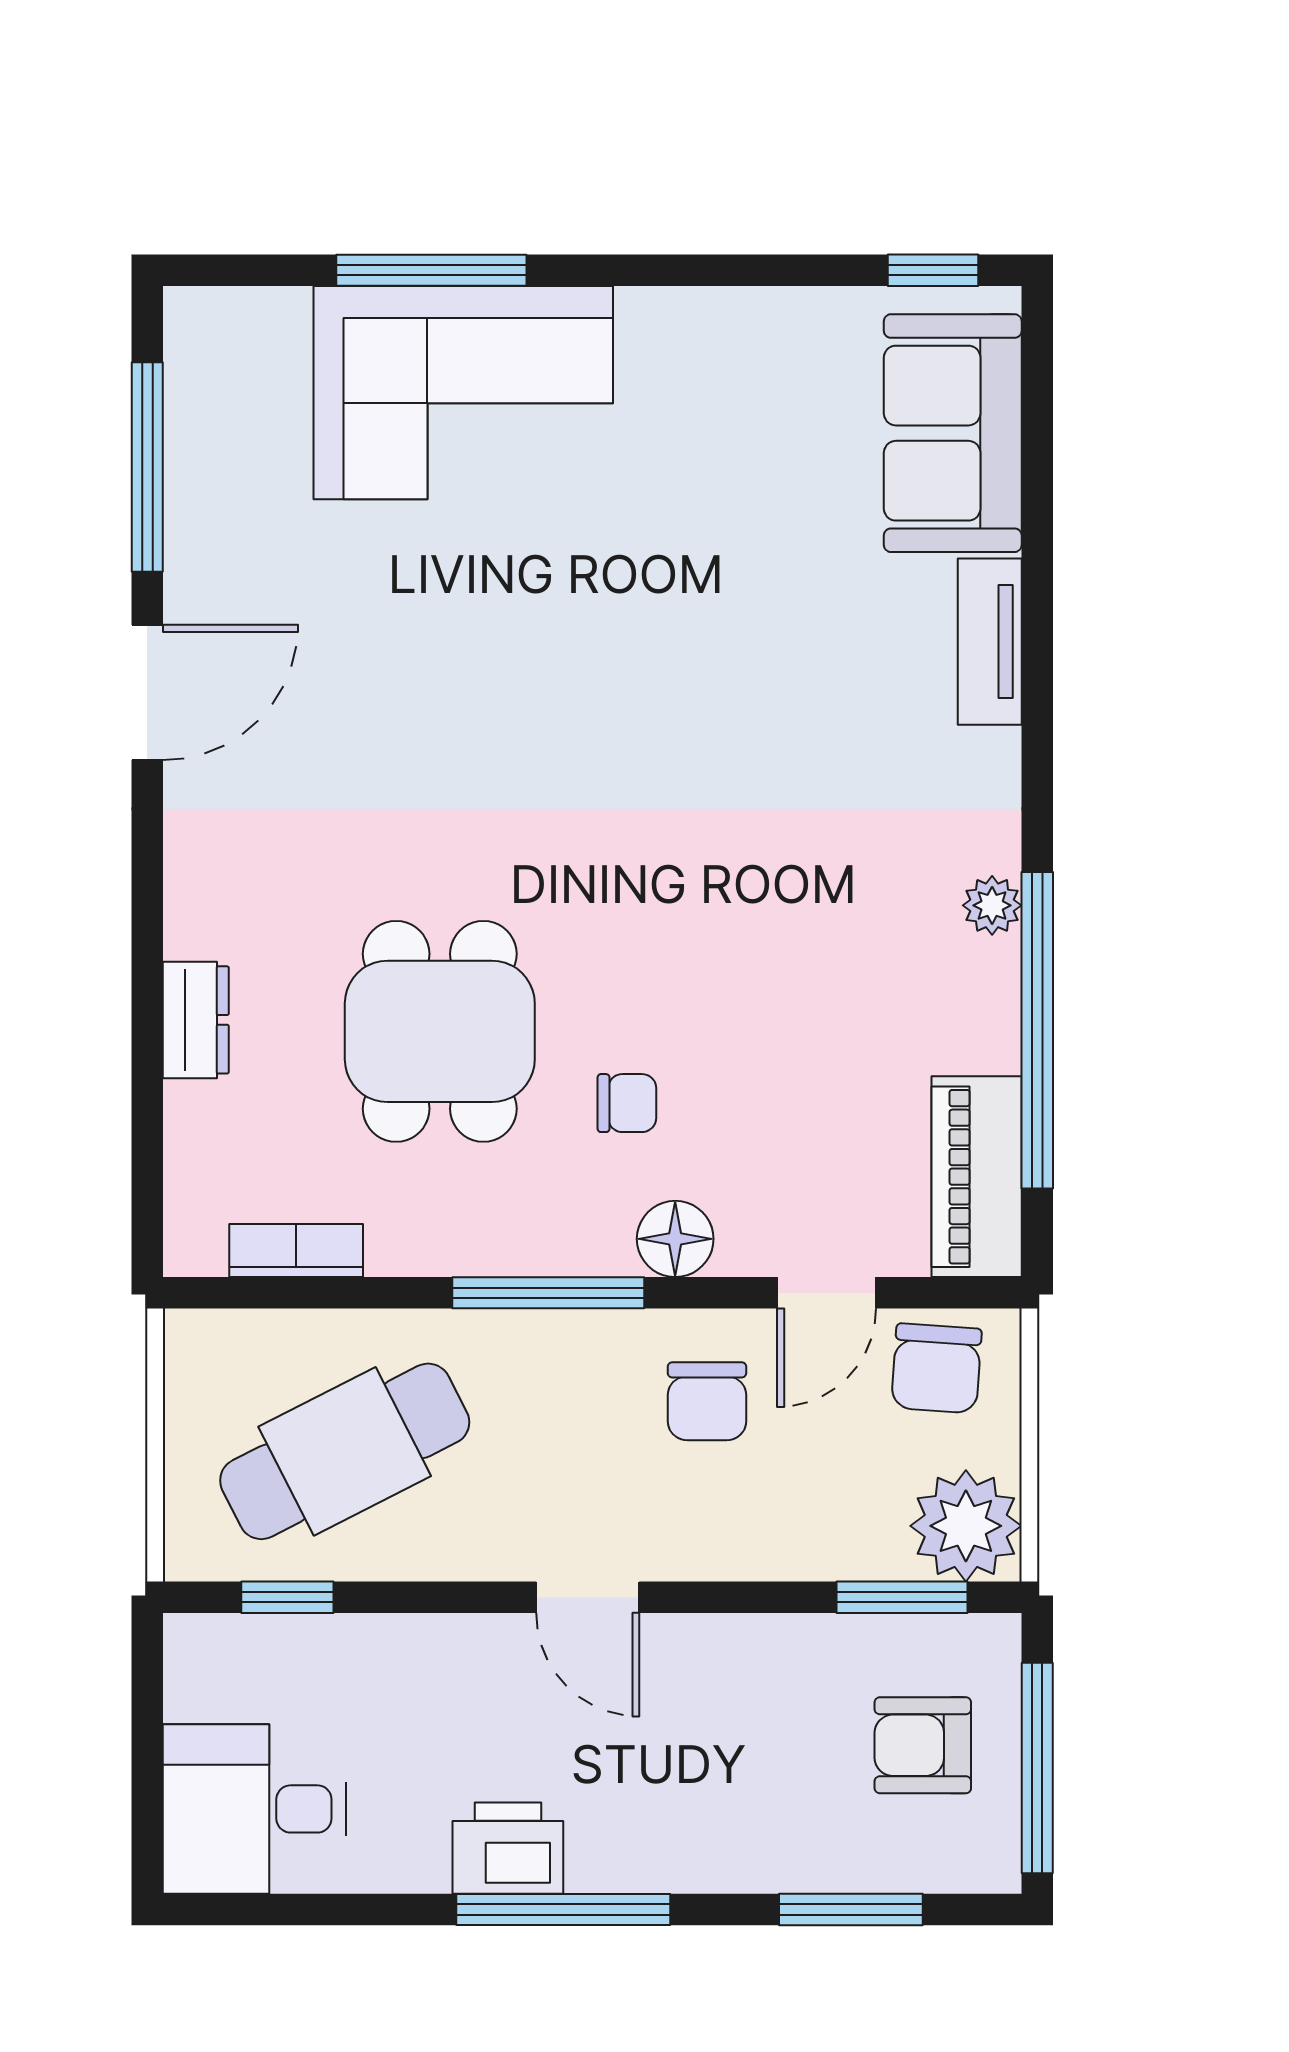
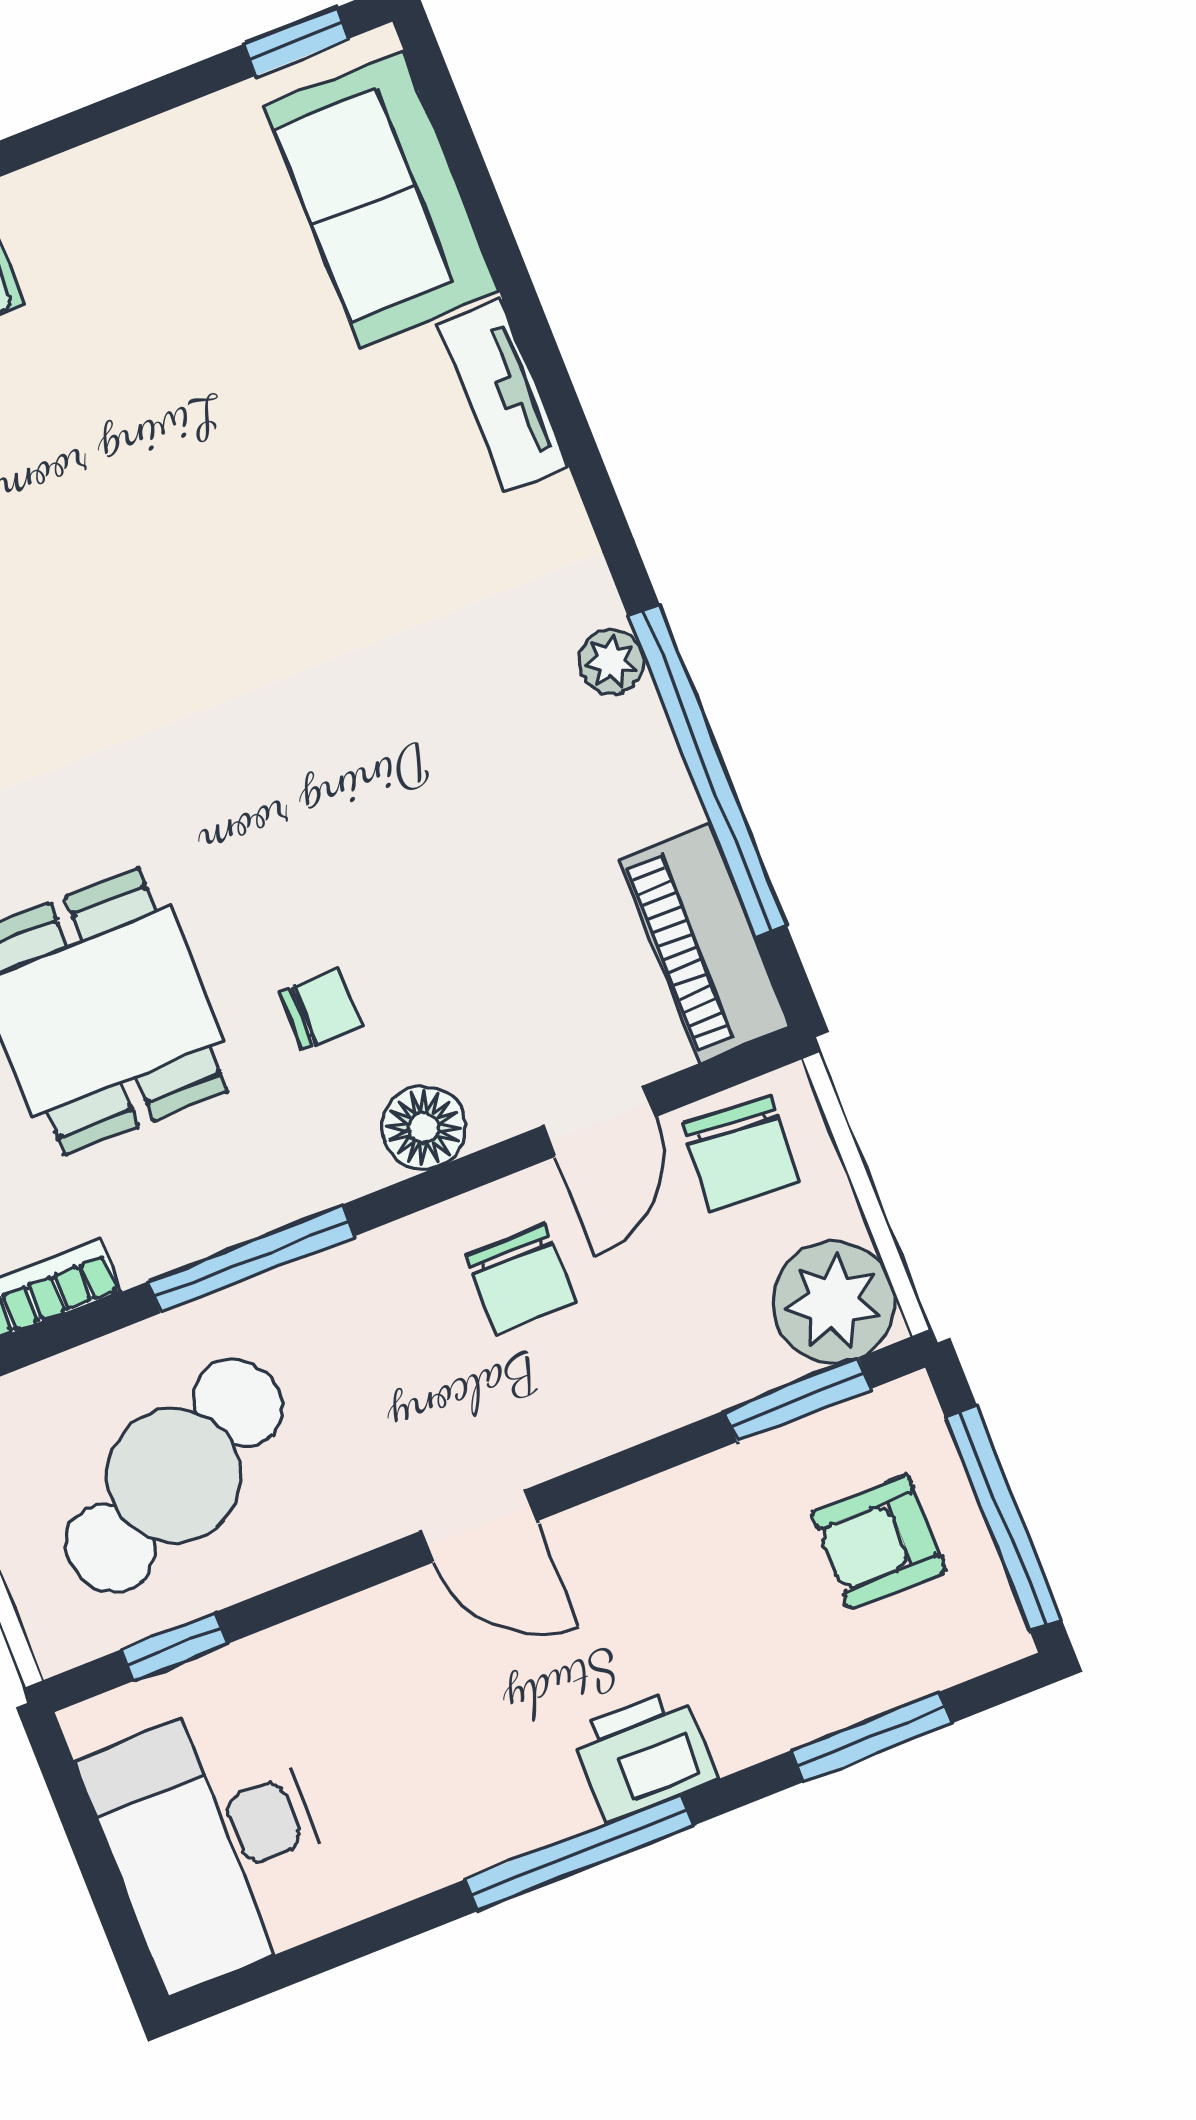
window: (548, 1293) -> (252, 1259), moved
desk: (255, 1809) -> (213, 1842), width x1.37
printer: (508, 1848) -> (644, 1755), moved

